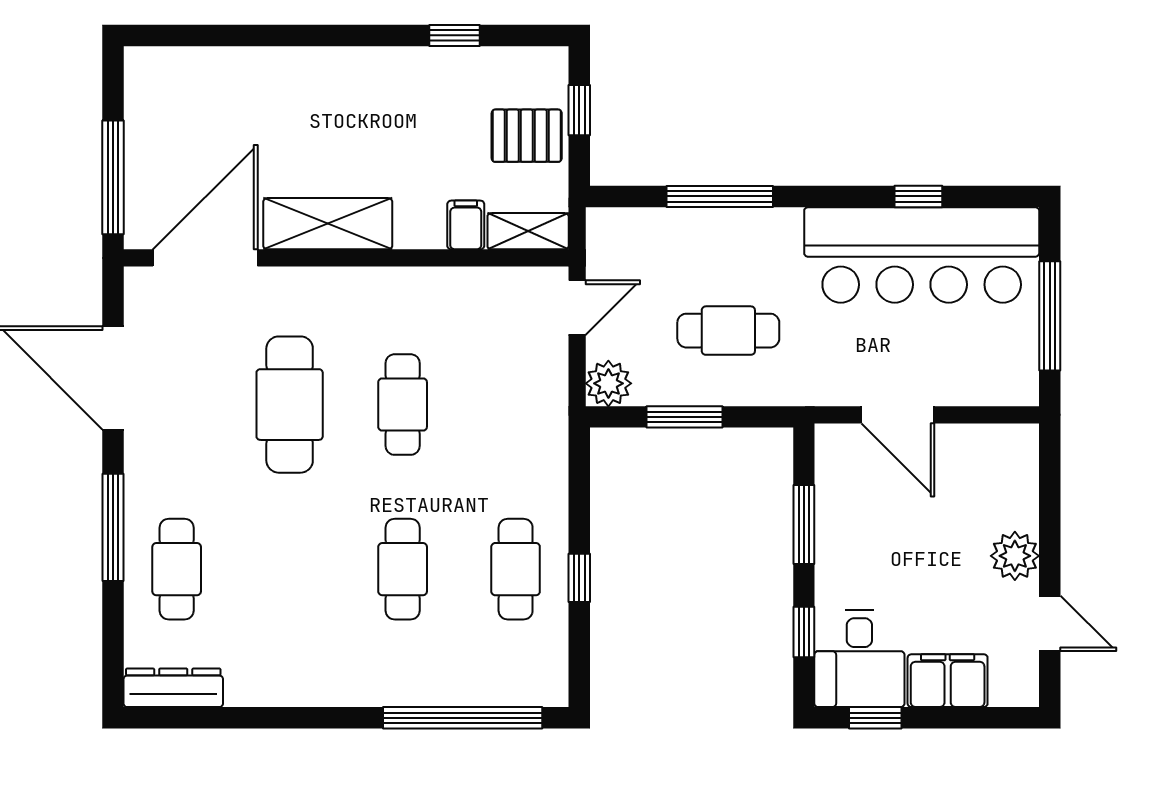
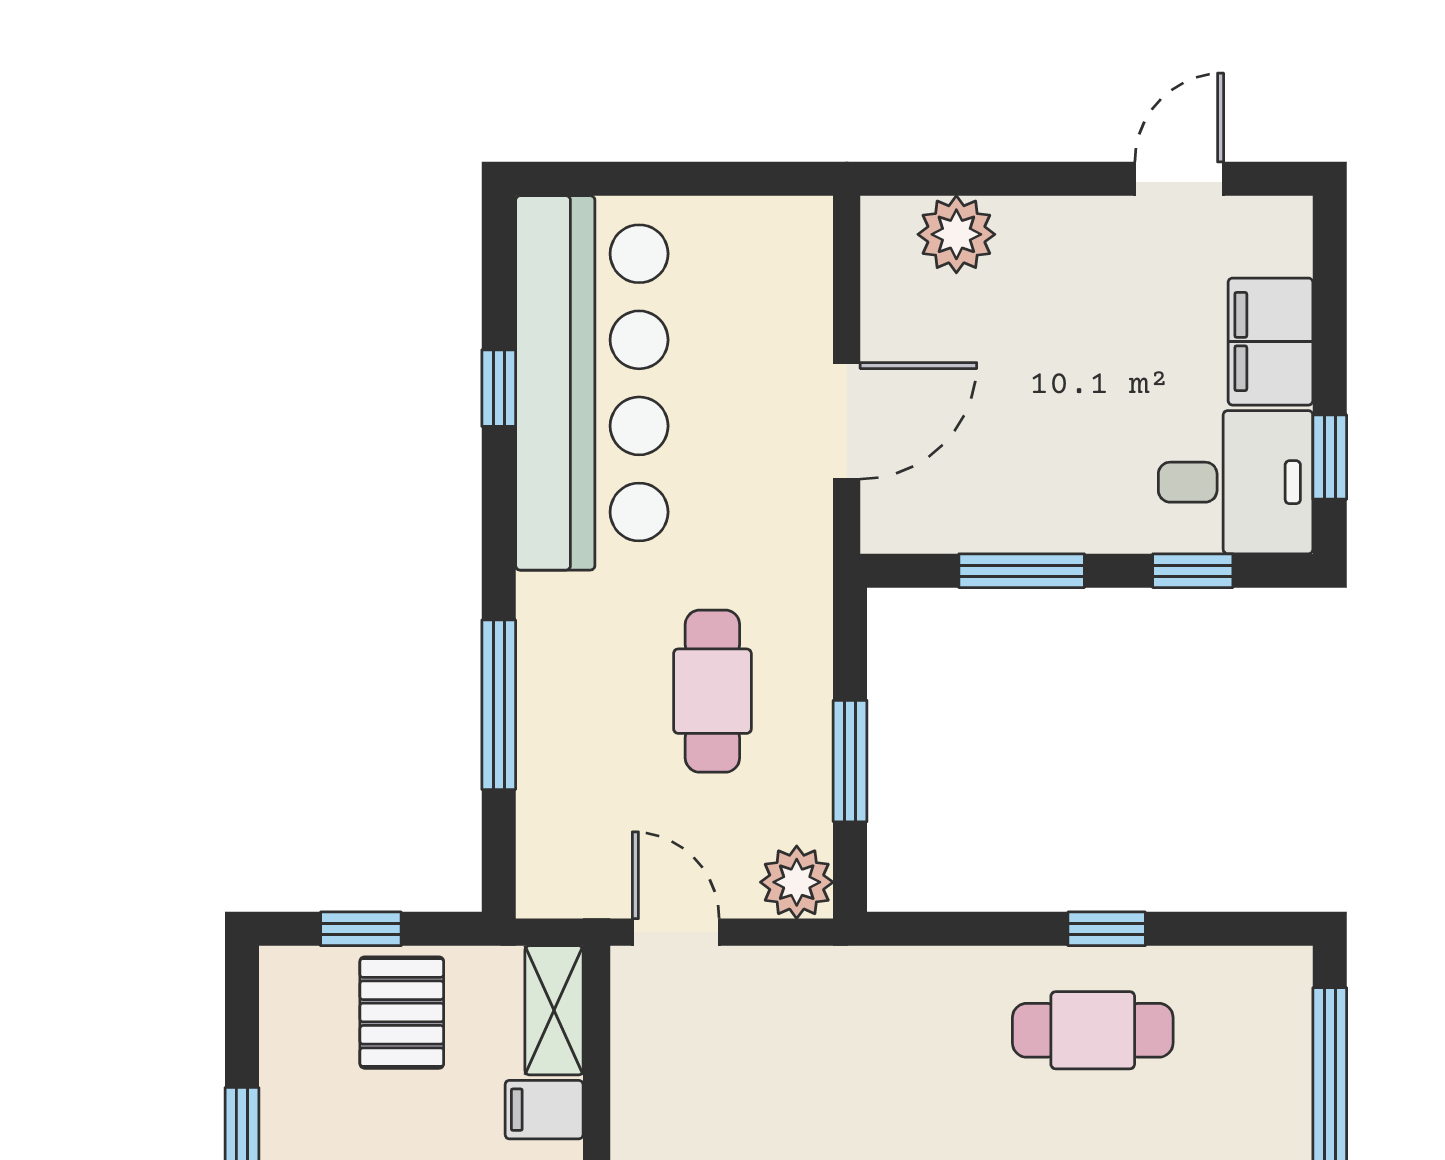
window: (1050, 316) -> (689, 179), removed
plant: (1015, 556) -> (956, 234), moved

